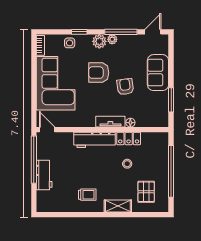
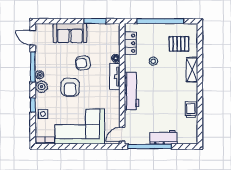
locker: (129, 139) -> (130, 43), moved
trolley: (87, 195) -> (191, 110), moved

